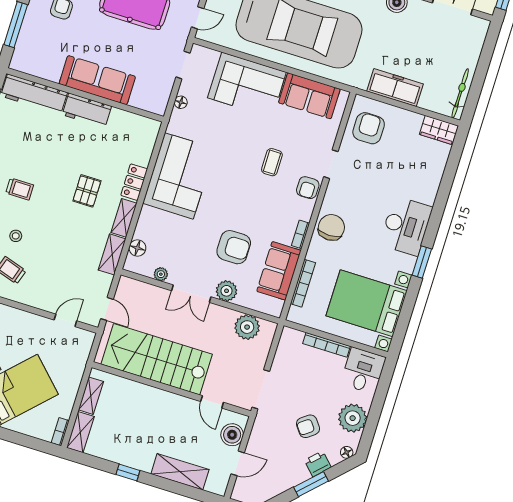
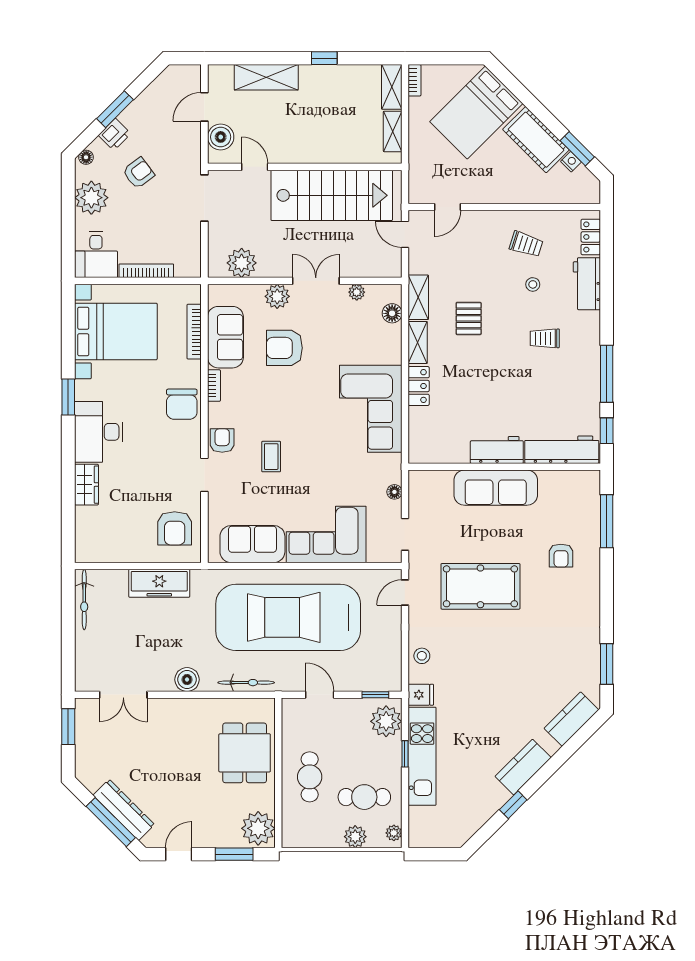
wardrobe: (439, 130) -> (86, 485), moved, turned 90
pallet: (87, 191) -> (469, 318), moved

